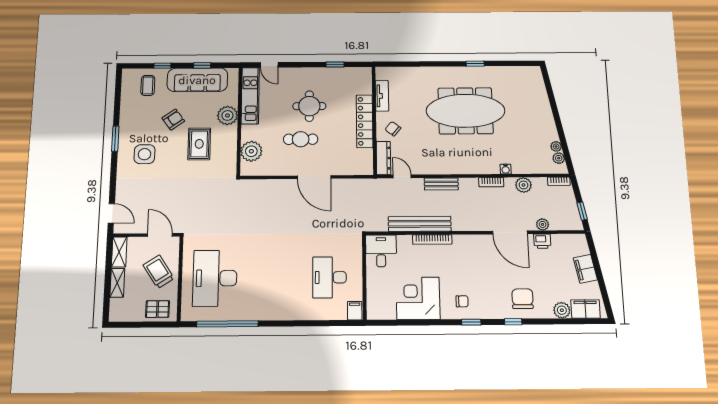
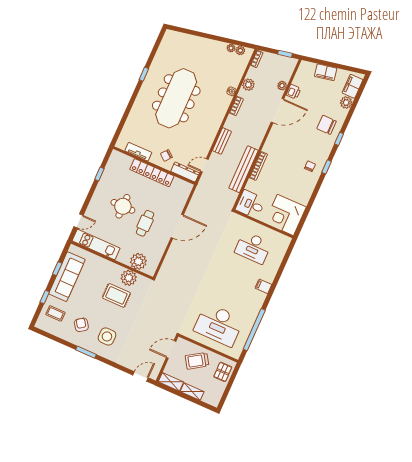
plant: (227, 115) -> (129, 278), moved
armchair: (173, 120) -> (81, 325), moved
corner desk: (418, 298) -> (285, 215), moved
filing cabinet: (355, 311) -> (263, 286), moved

